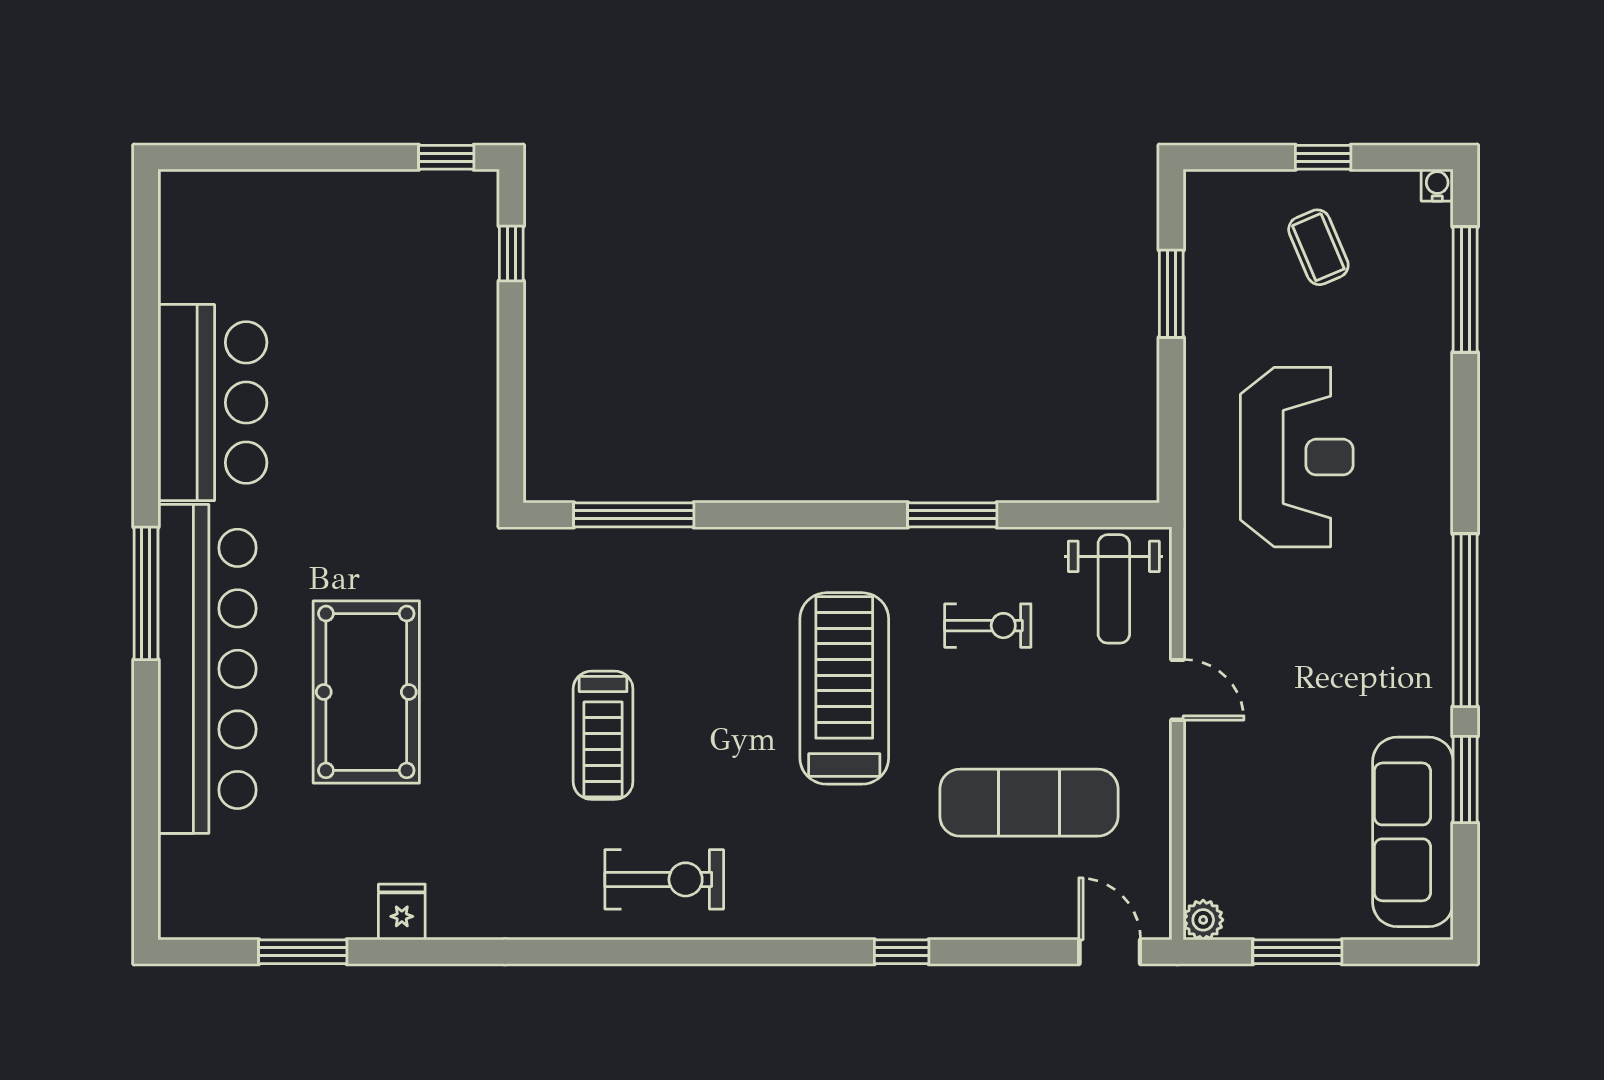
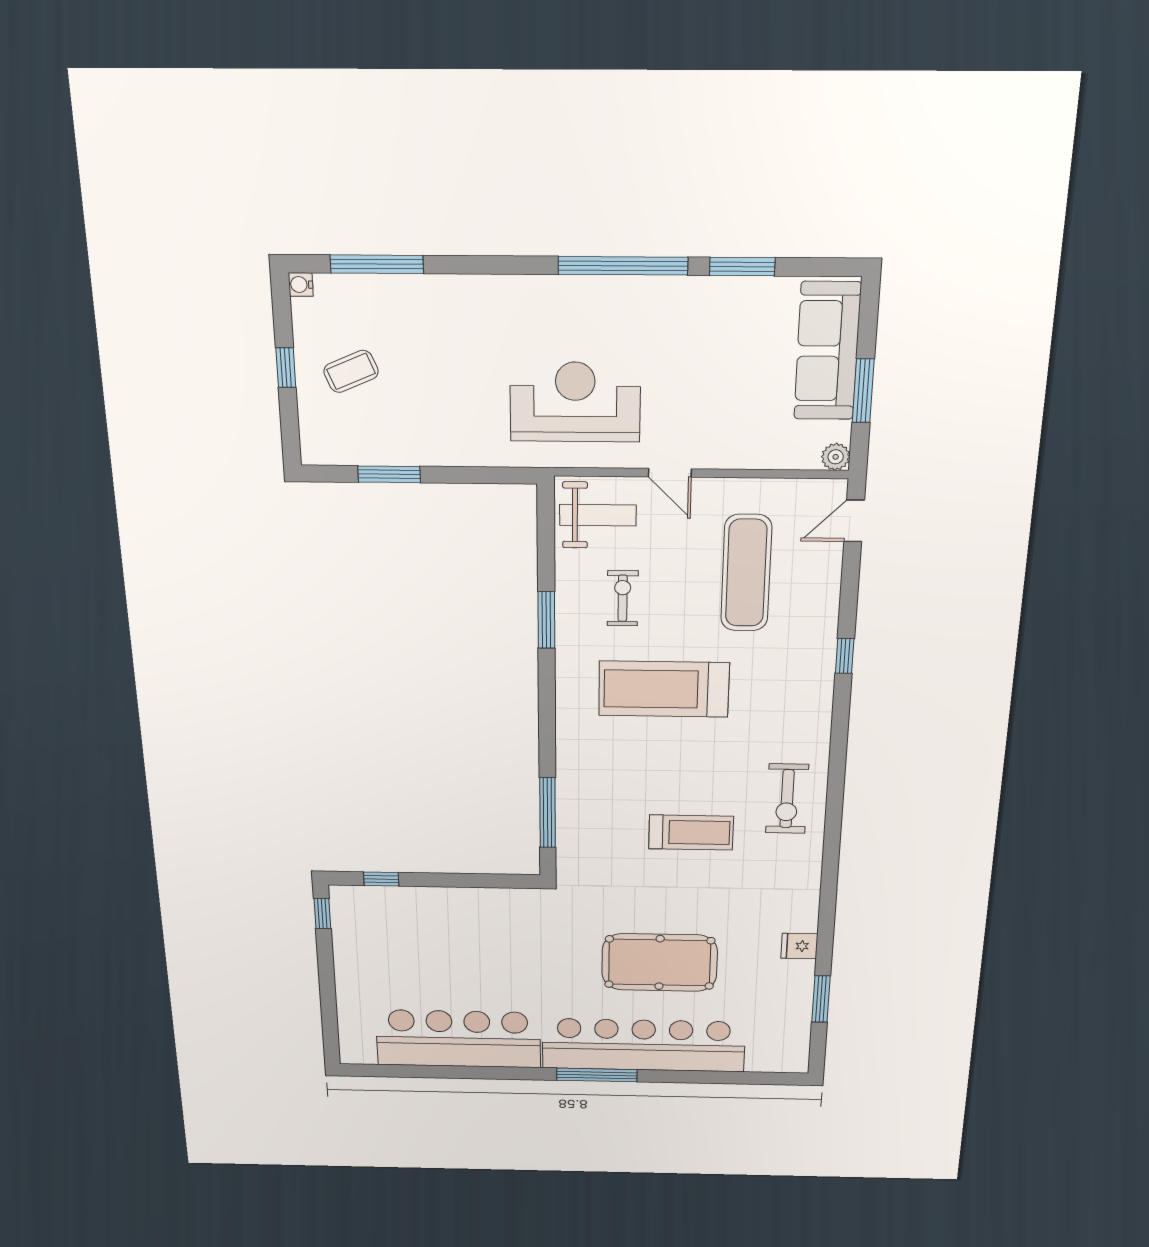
bar counter: (212, 403) -> (458, 1039), width x1.36
reception desk: (1297, 457) -> (575, 402), moved
door: (1178, 690) -> (670, 473), swing flipped
sofa: (1413, 832) -> (827, 351), moved, turned 90
exercise bike: (664, 879) -> (787, 799), turned 180

